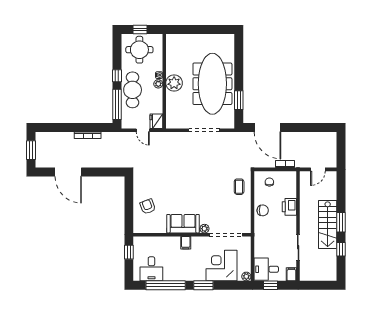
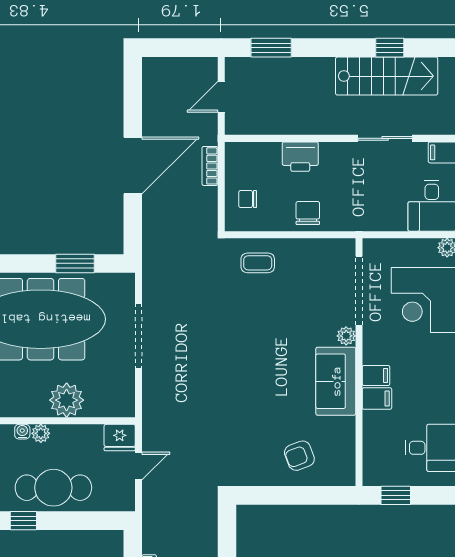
plant: (174, 83) -> (67, 400), moved
window: (117, 104) -> (84, 521), removed
door: (267, 127) -> (133, 166), moved
door: (318, 169) -> (221, 97), swing flipped
window: (341, 222) -> (271, 48), moved
stairs: (328, 225) -> (387, 76), moved
filing cabinet: (175, 243) -> (377, 398), added

